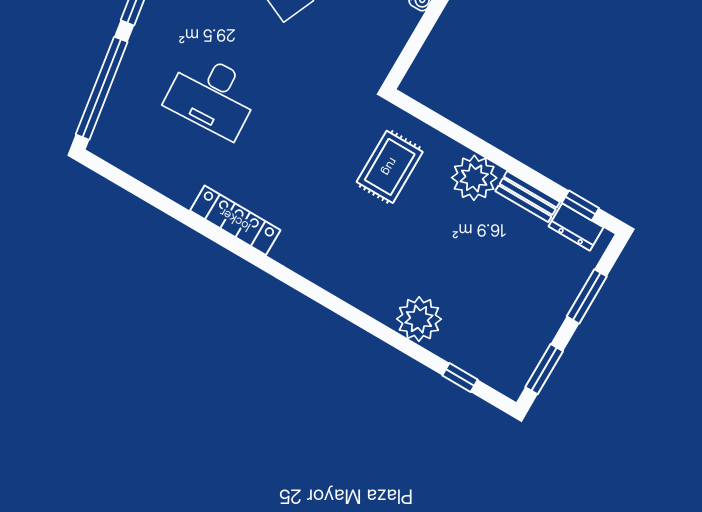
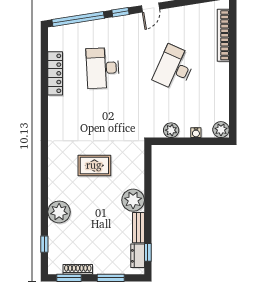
plant: (391, 40) -> (171, 130), added
rug: (390, 167) -> (94, 165), moved
locker: (235, 220) -> (55, 73), moved
shoe rack: (538, 345) -> (78, 269), added

